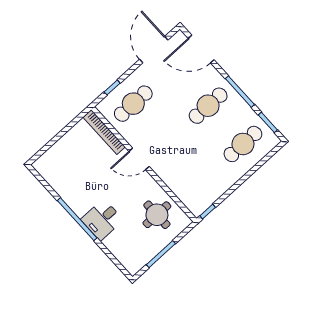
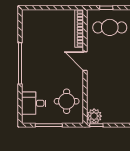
plant: (197, 205) -> (94, 116), added
desk: (102, 220) -> (34, 103), moved

